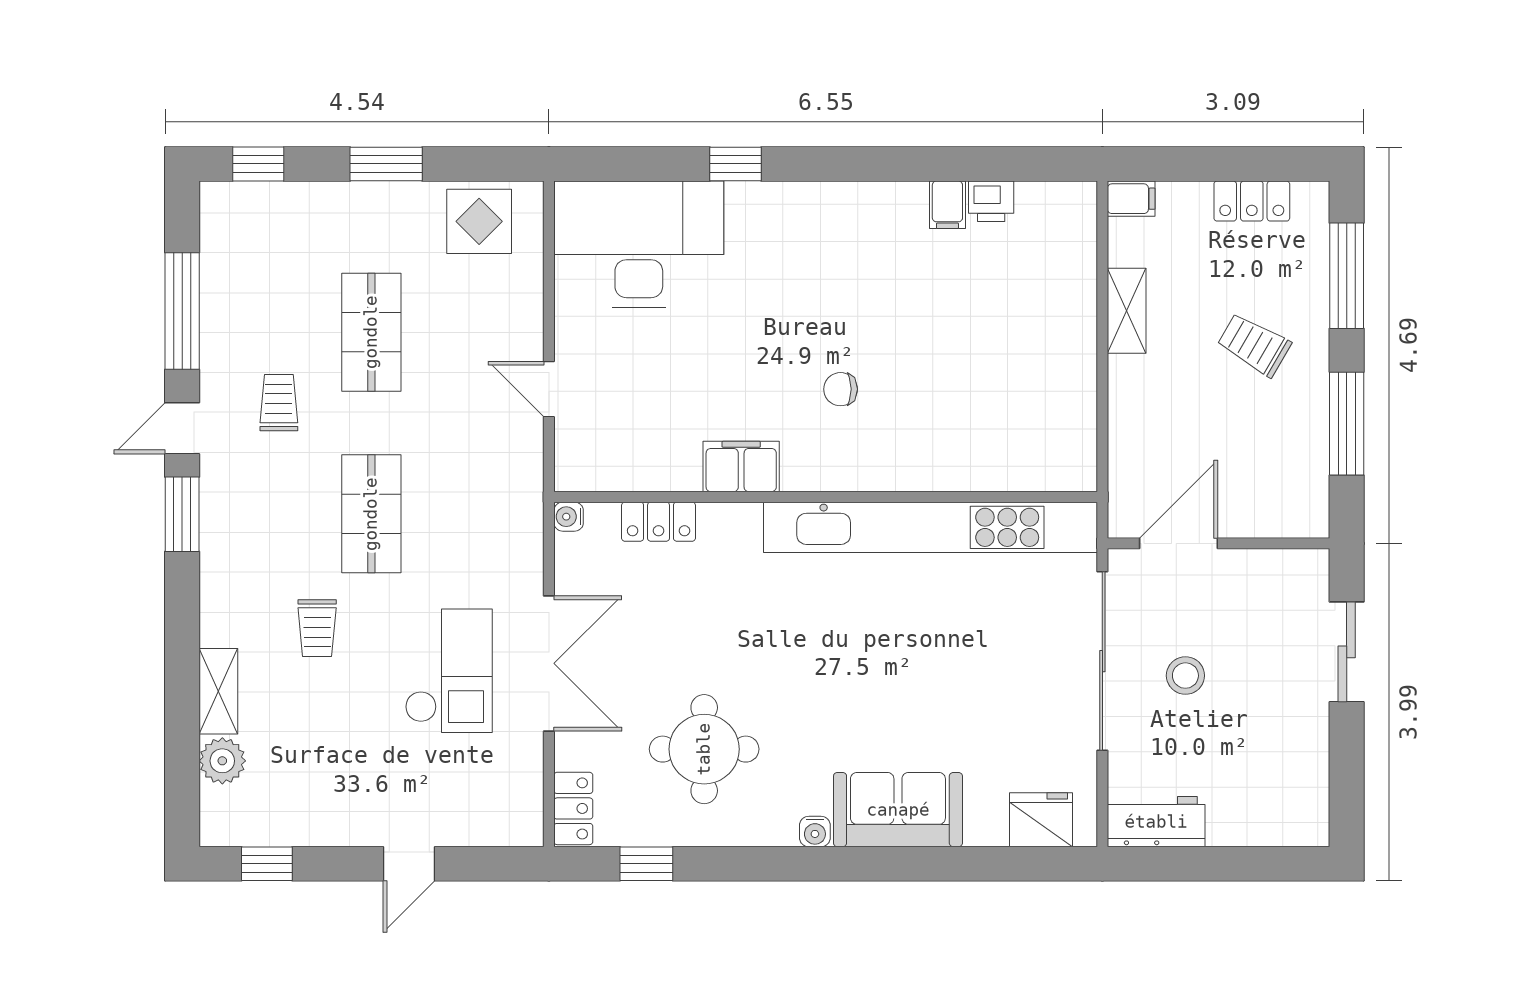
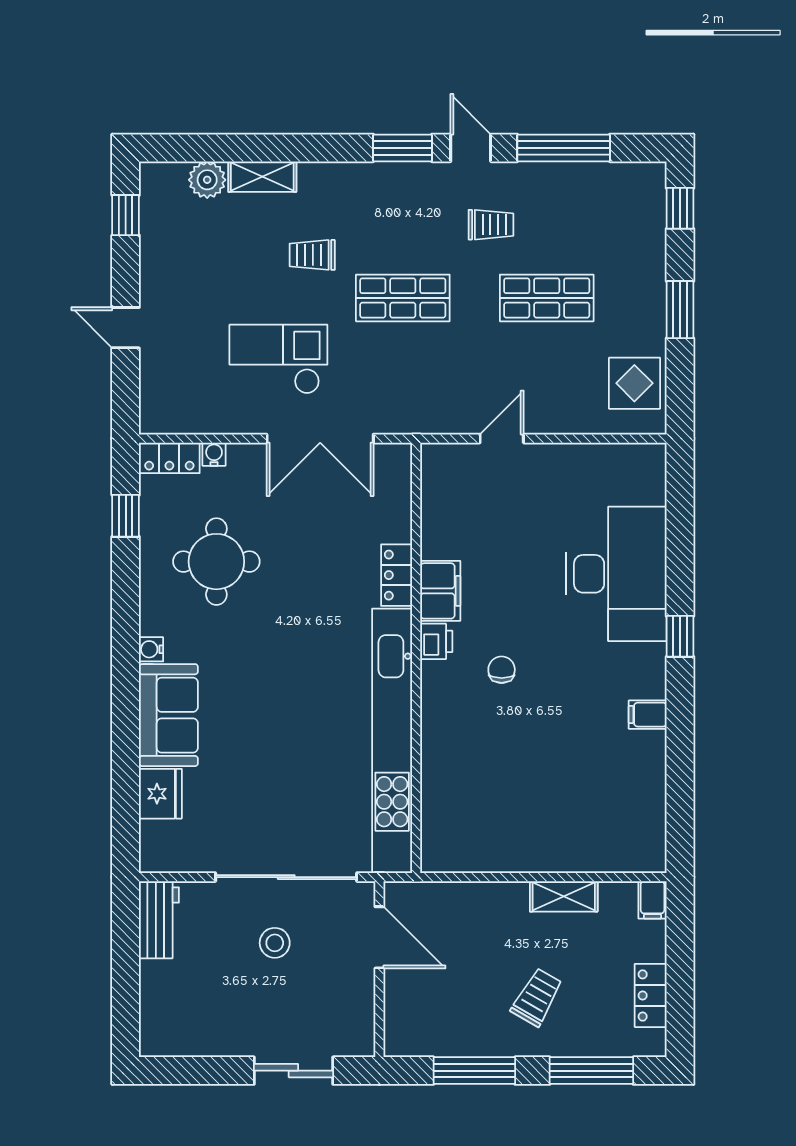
window: (735, 164) -> (680, 636), moved
printer: (991, 201) -> (436, 641), moved, turned 180
filing cabinet: (947, 205) -> (648, 715), moved
desk: (639, 244) -> (616, 574), moved
water cooler: (569, 517) -> (214, 454), moved
locker: (659, 522) -> (397, 575), moved
double door: (549, 663) -> (320, 439), moved
checkout: (449, 671) -> (278, 359), turned 180
fridge: (1041, 820) -> (160, 794), moved

